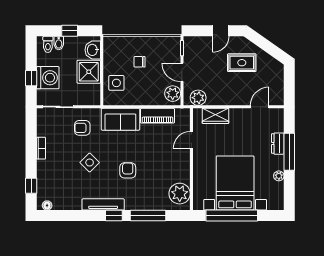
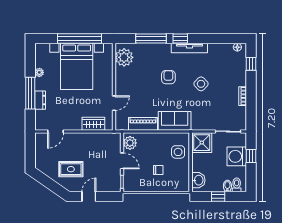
shower: (89, 72) -> (202, 143), moved
plant: (198, 98) -> (108, 139), removed
armchair: (82, 128) -> (207, 113), removed
armchair: (128, 170) -> (168, 77), turned 180

